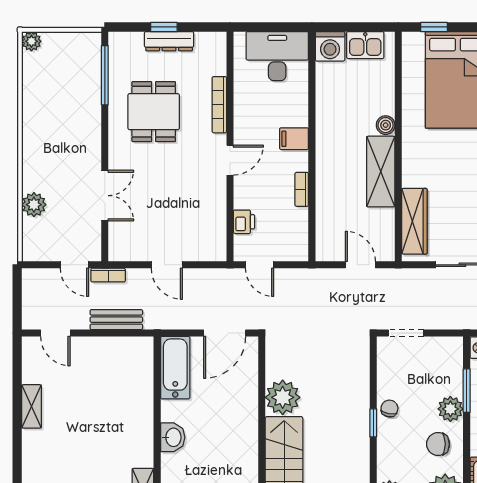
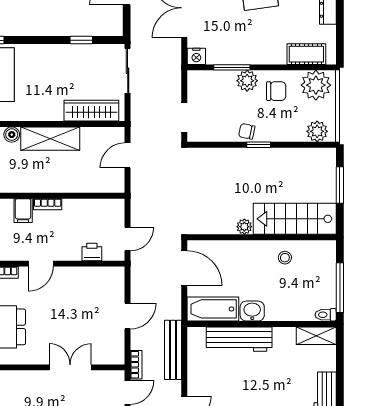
door: (230, 160) -> (41, 264), swing flipped
bookcase: (302, 189) -> (48, 204), moved
bench: (116, 320) -> (173, 350), width x1.36
plant: (283, 397) -> (244, 227), width x0.53, depth x0.53
workbench: (139, 399) -> (239, 339), added
washbasin: (173, 437) -> (252, 311), moved
chair: (438, 444) -> (276, 91), turned -90
stool: (237, 455) -> (285, 258), added

